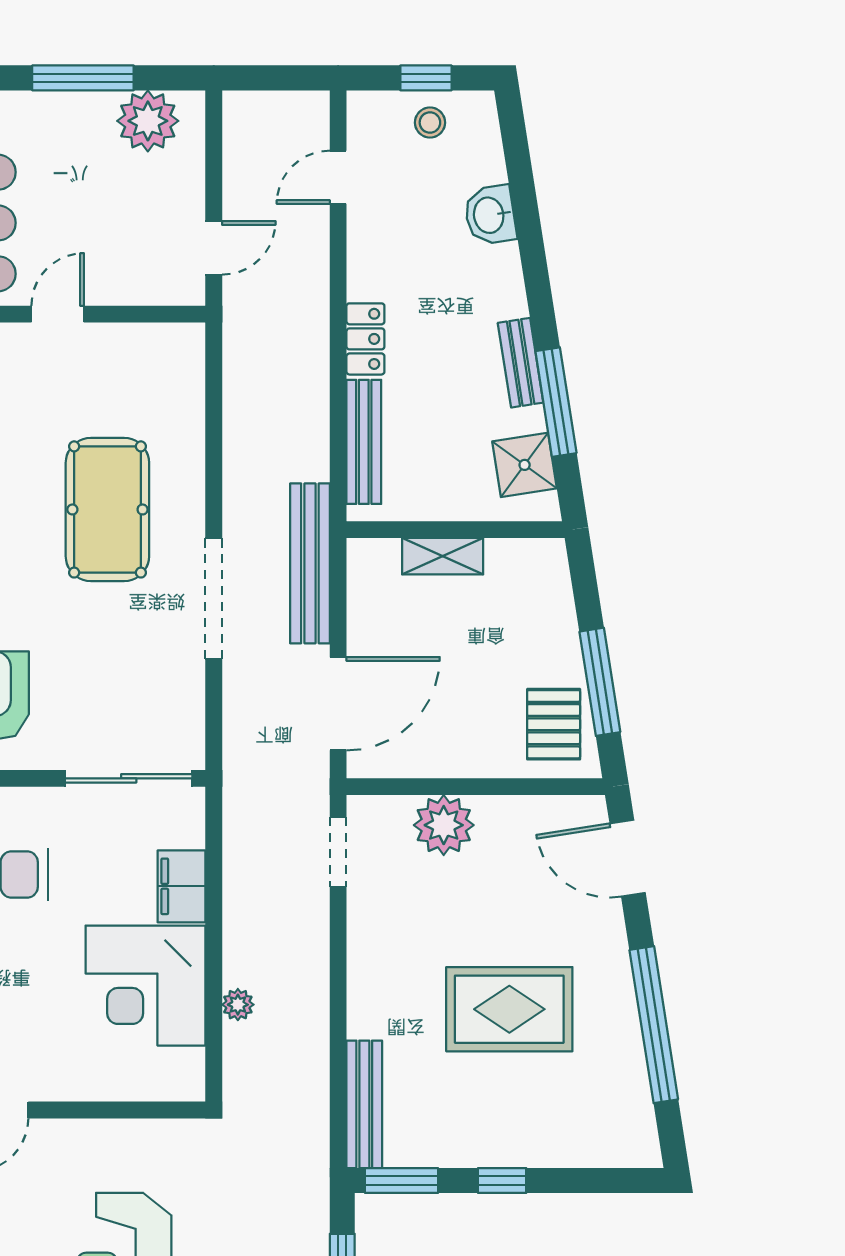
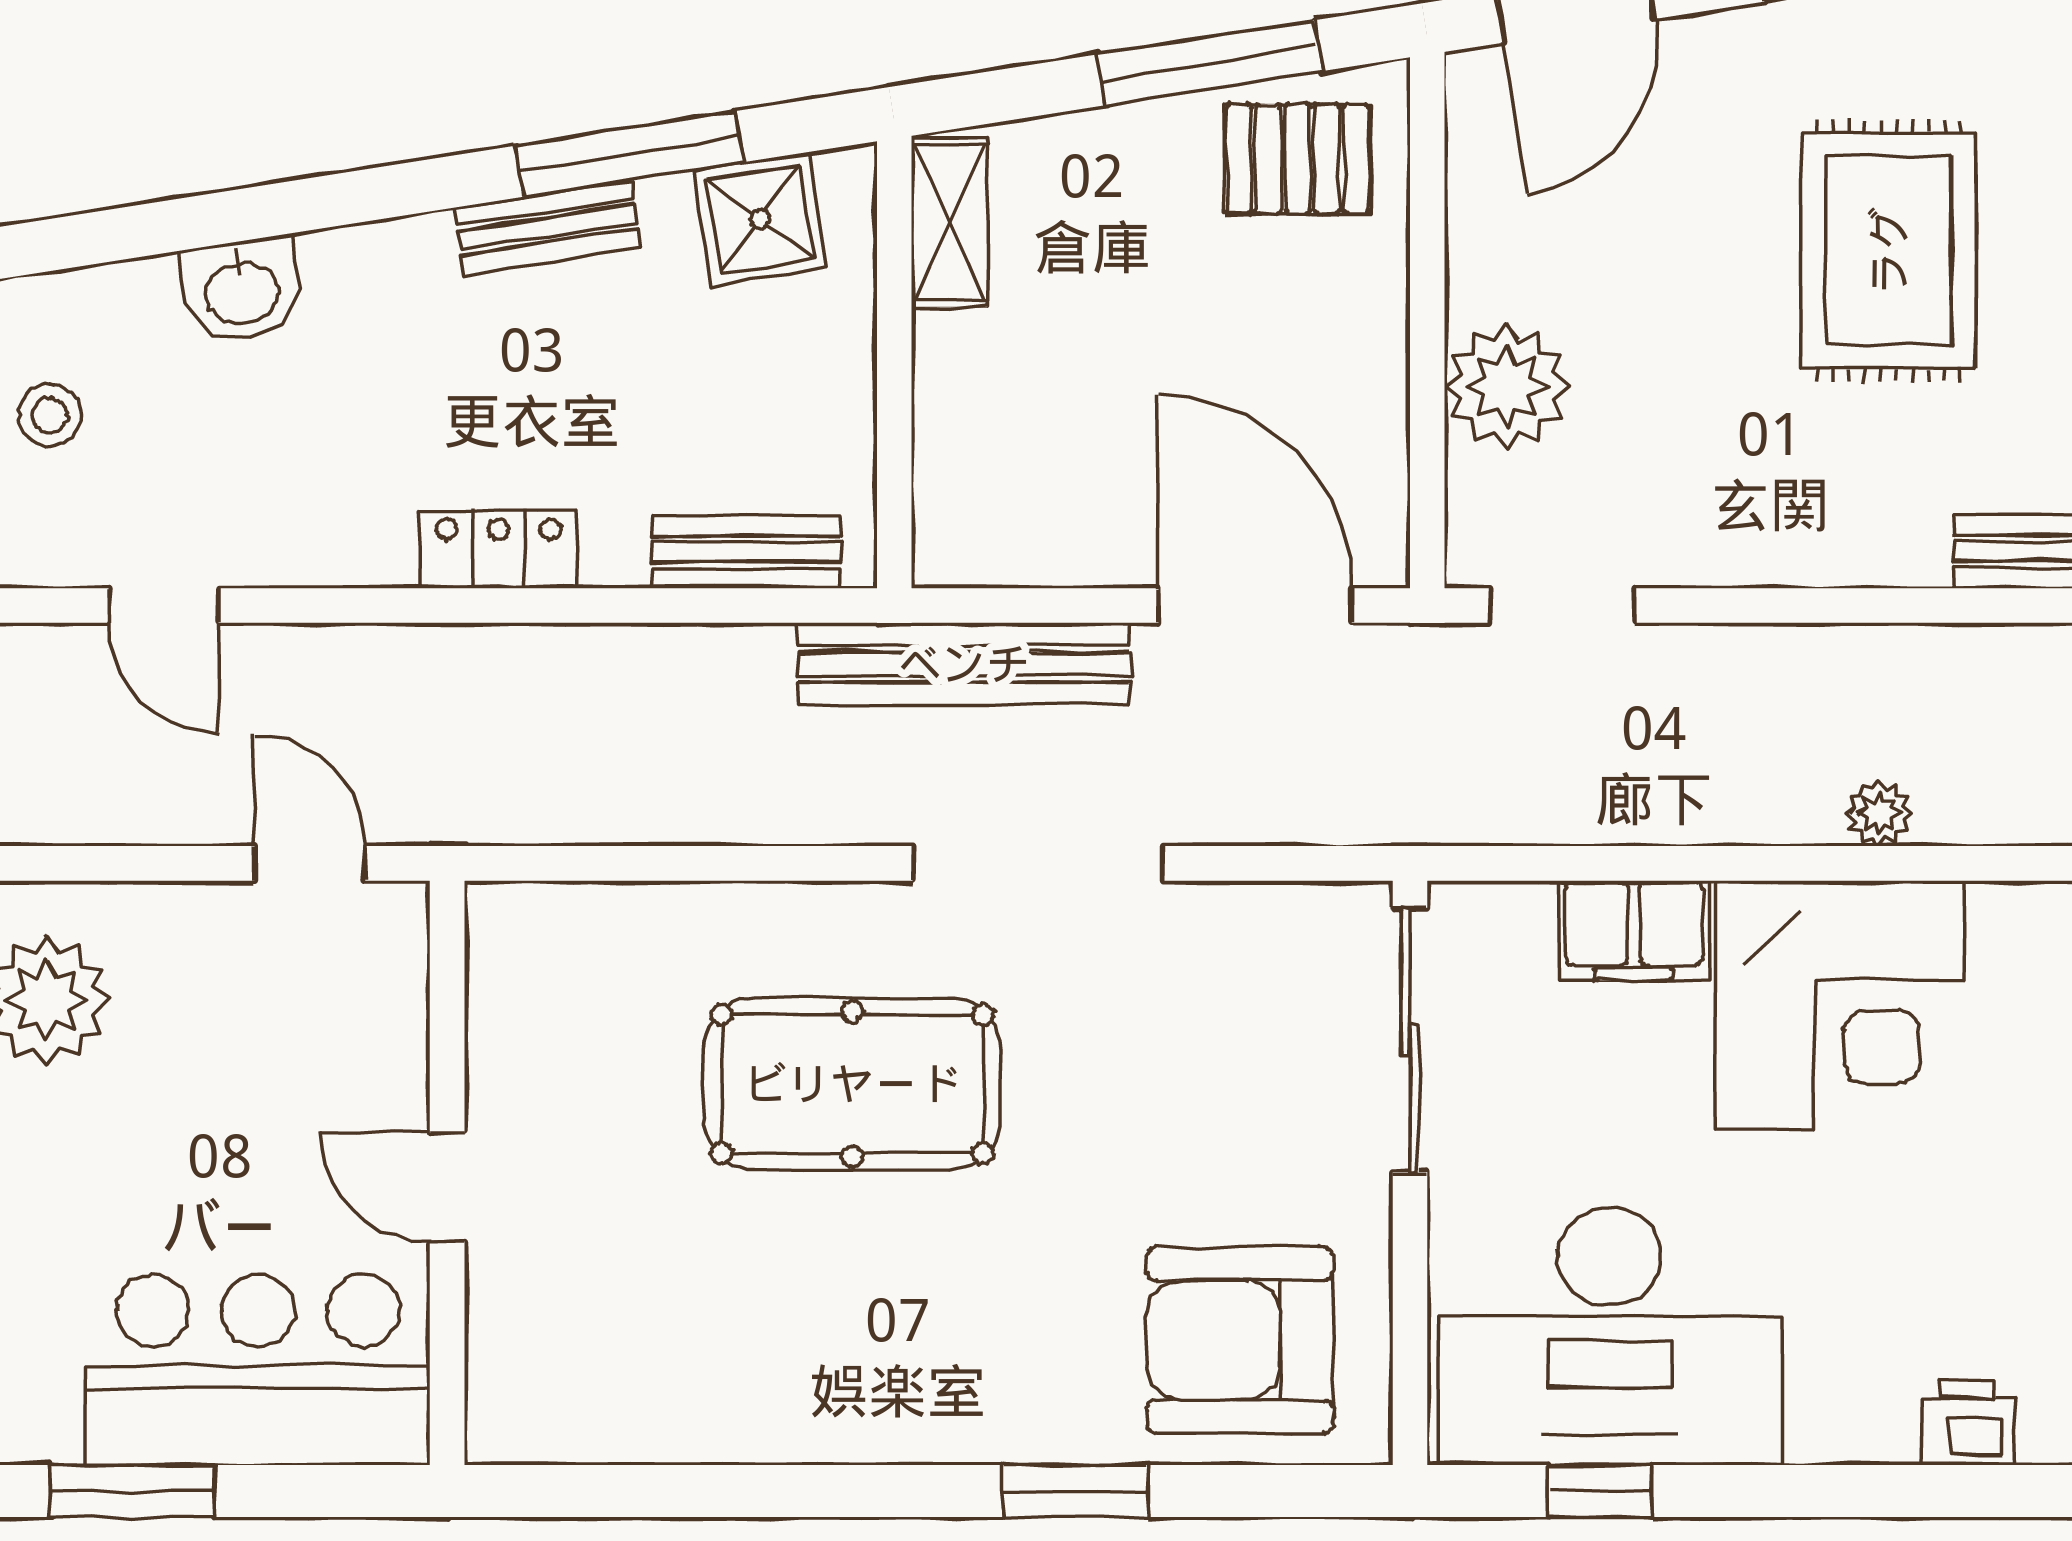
bench: (364, 442) -> (747, 552), width x0.73
shelving: (443, 556) -> (949, 222), moved

